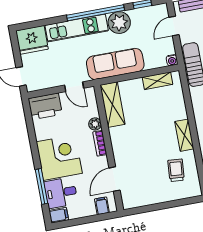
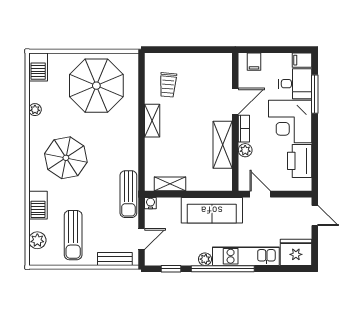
plant: (119, 23) -> (205, 259), width x0.53, depth x0.53
shelving: (113, 105) -> (223, 145), moved
printer: (45, 106) -> (300, 161), moved, turned -90
door: (115, 179) -> (235, 101), moved

